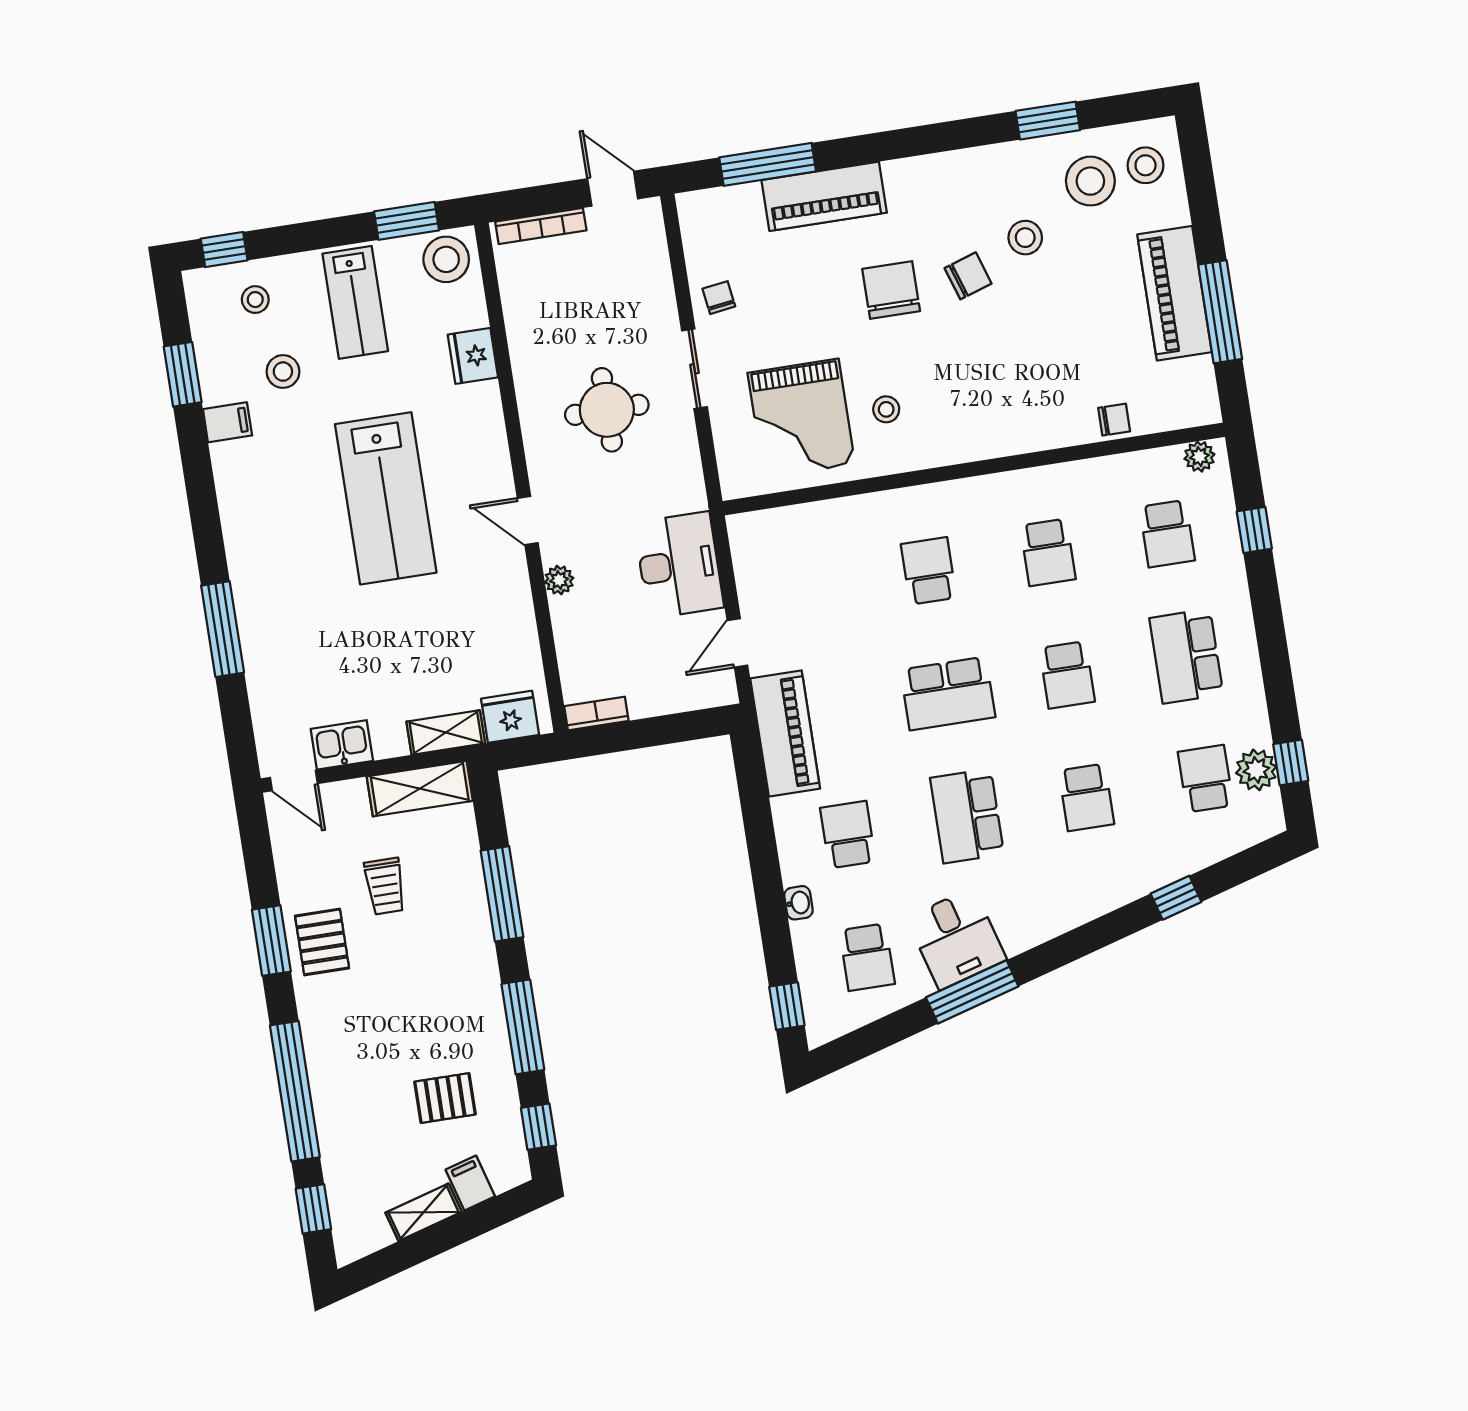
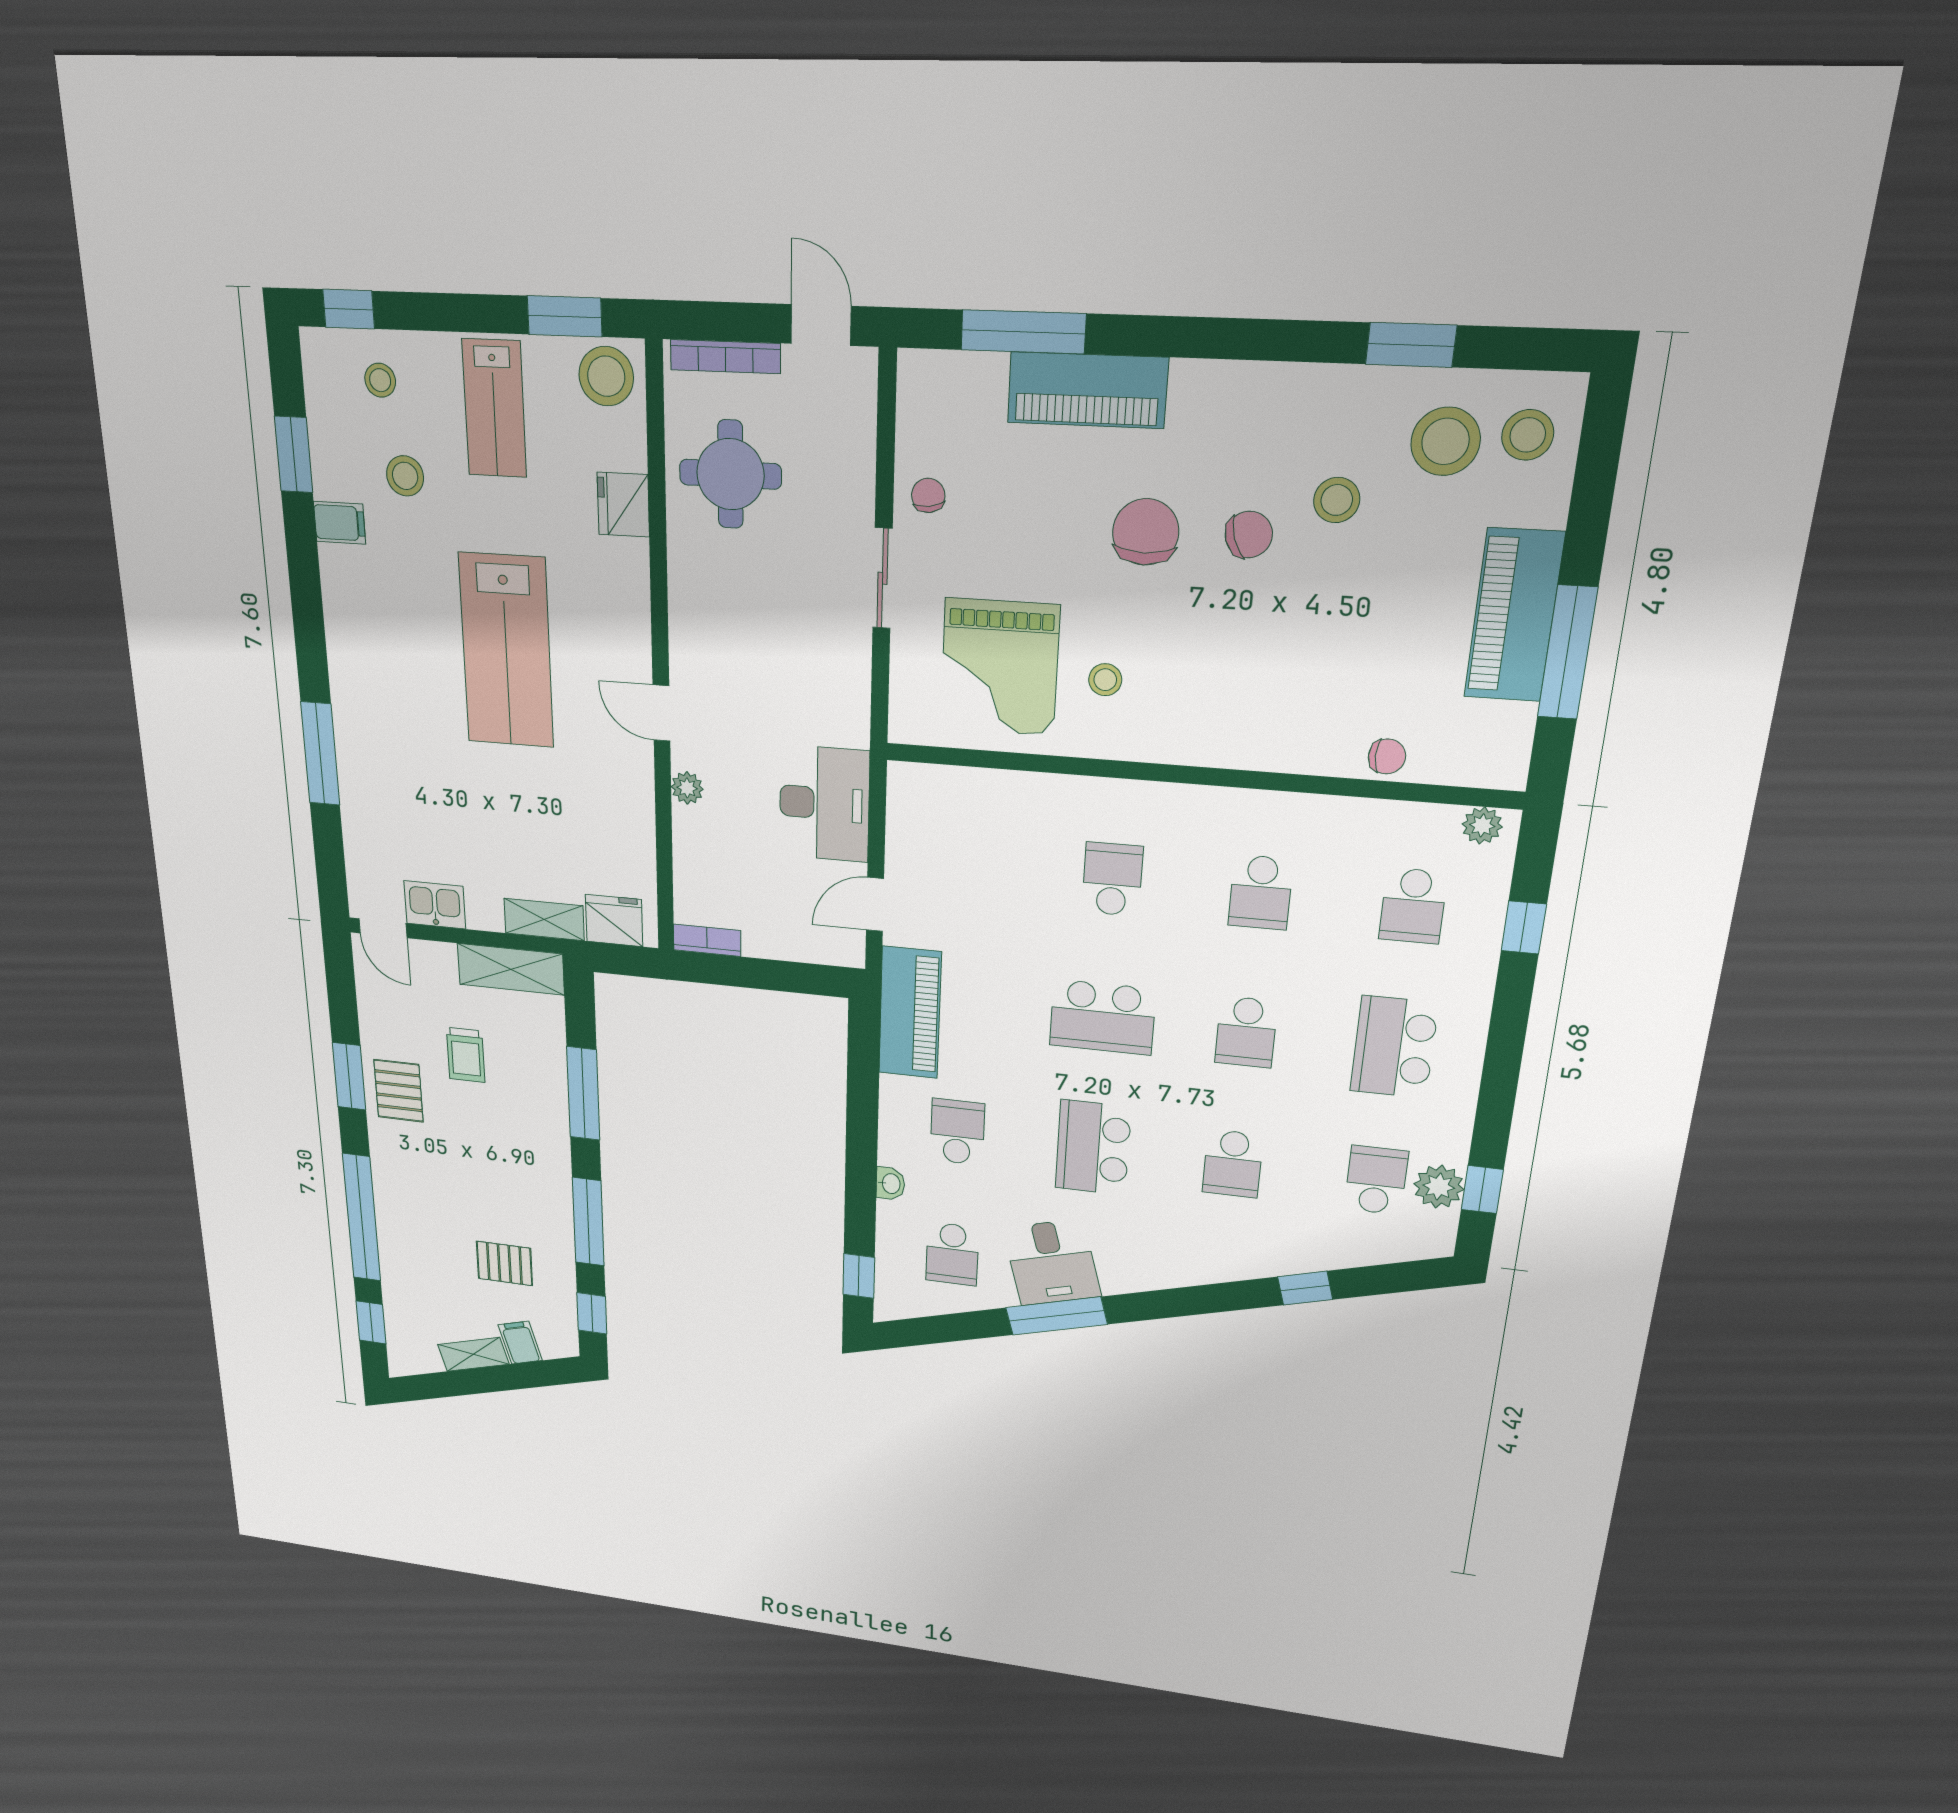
round table: (607, 410) -> (730, 474), moved

